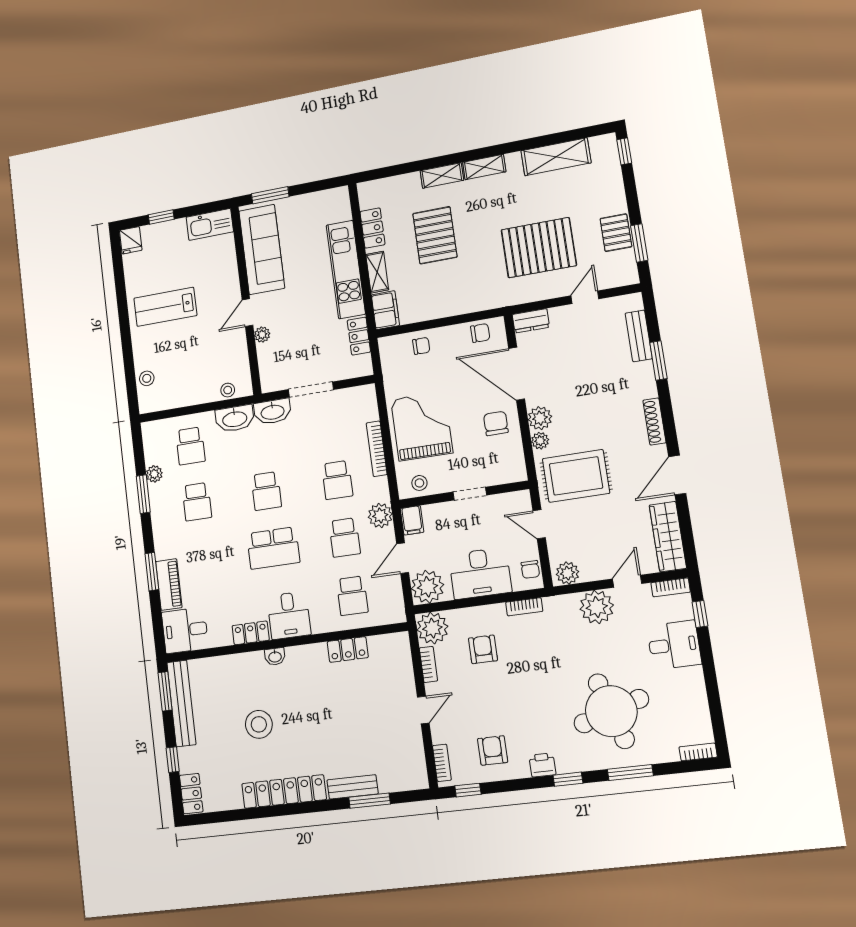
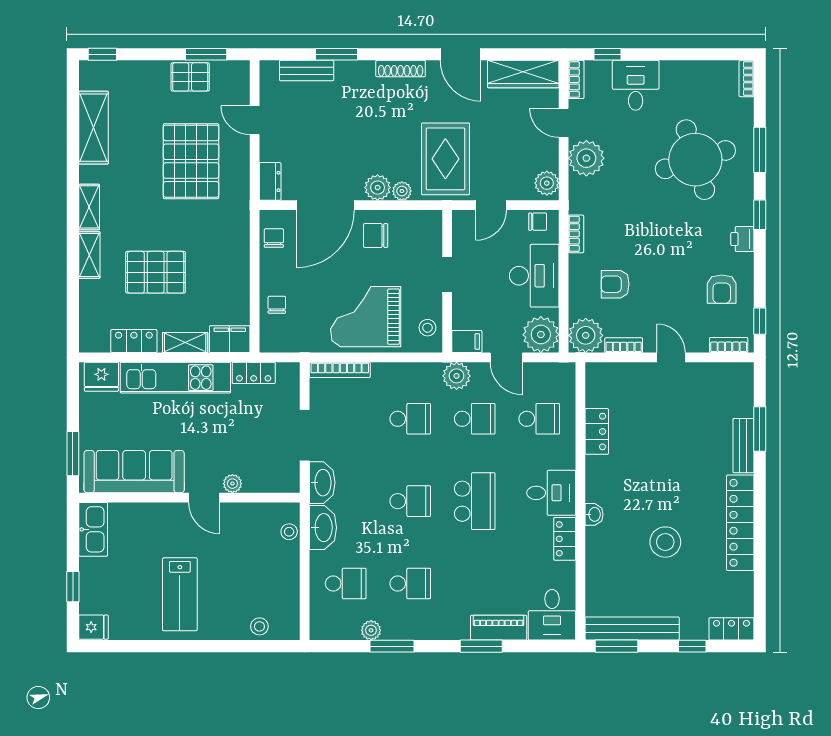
fridge: (338, 206) -> (101, 377), added
bookcase: (377, 449) -> (340, 370), moved
armchair: (493, 750) -> (722, 289), turned -90

